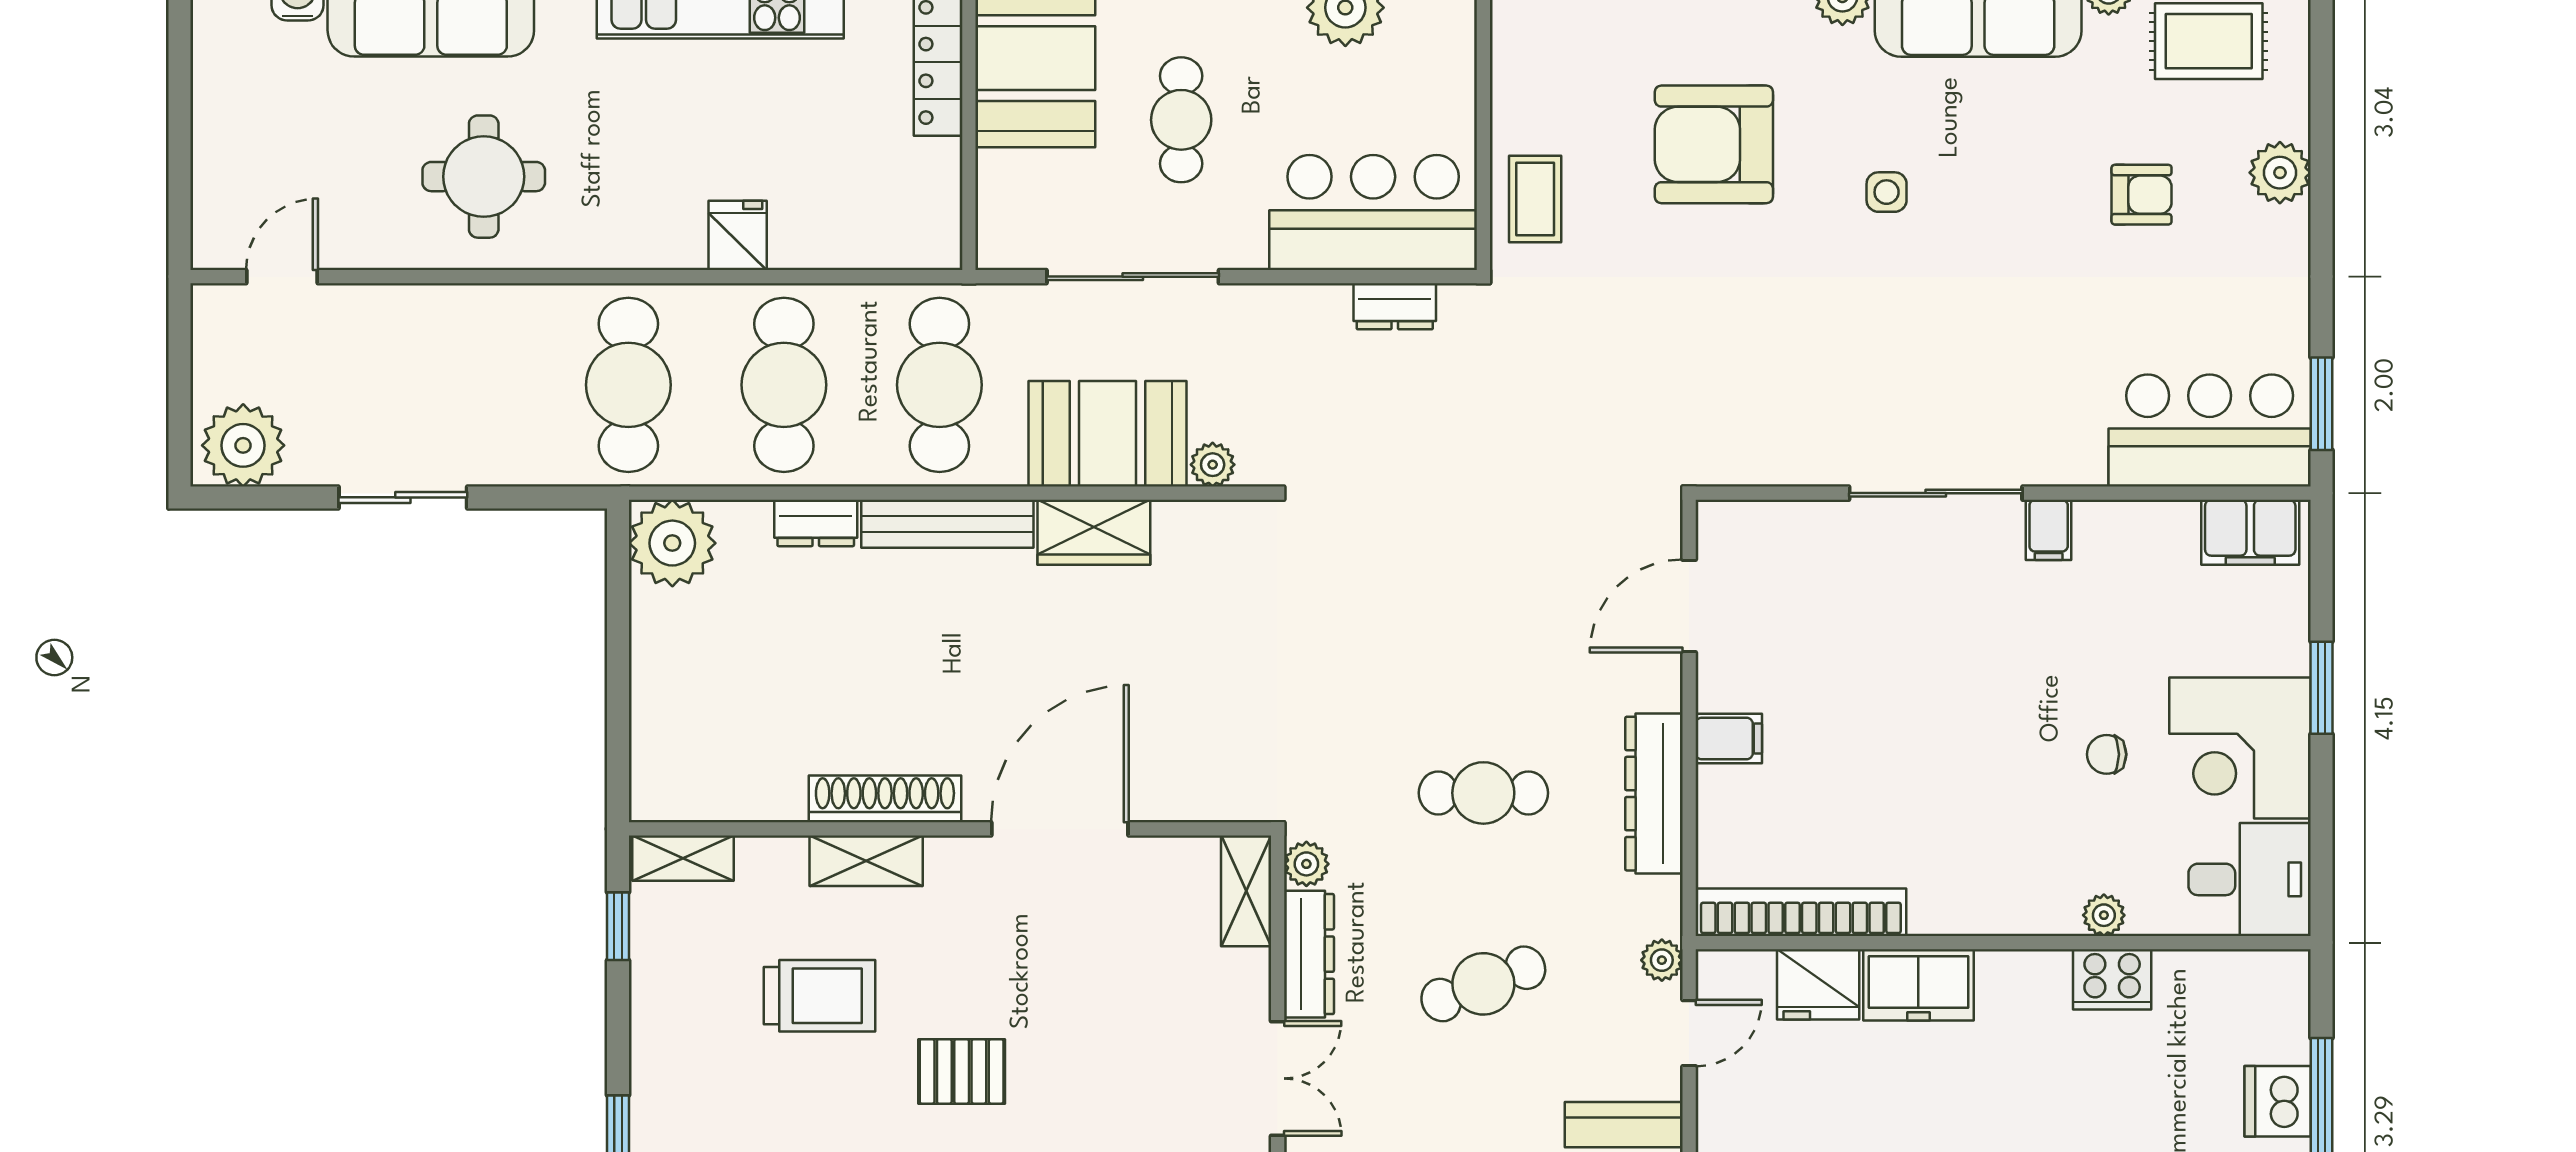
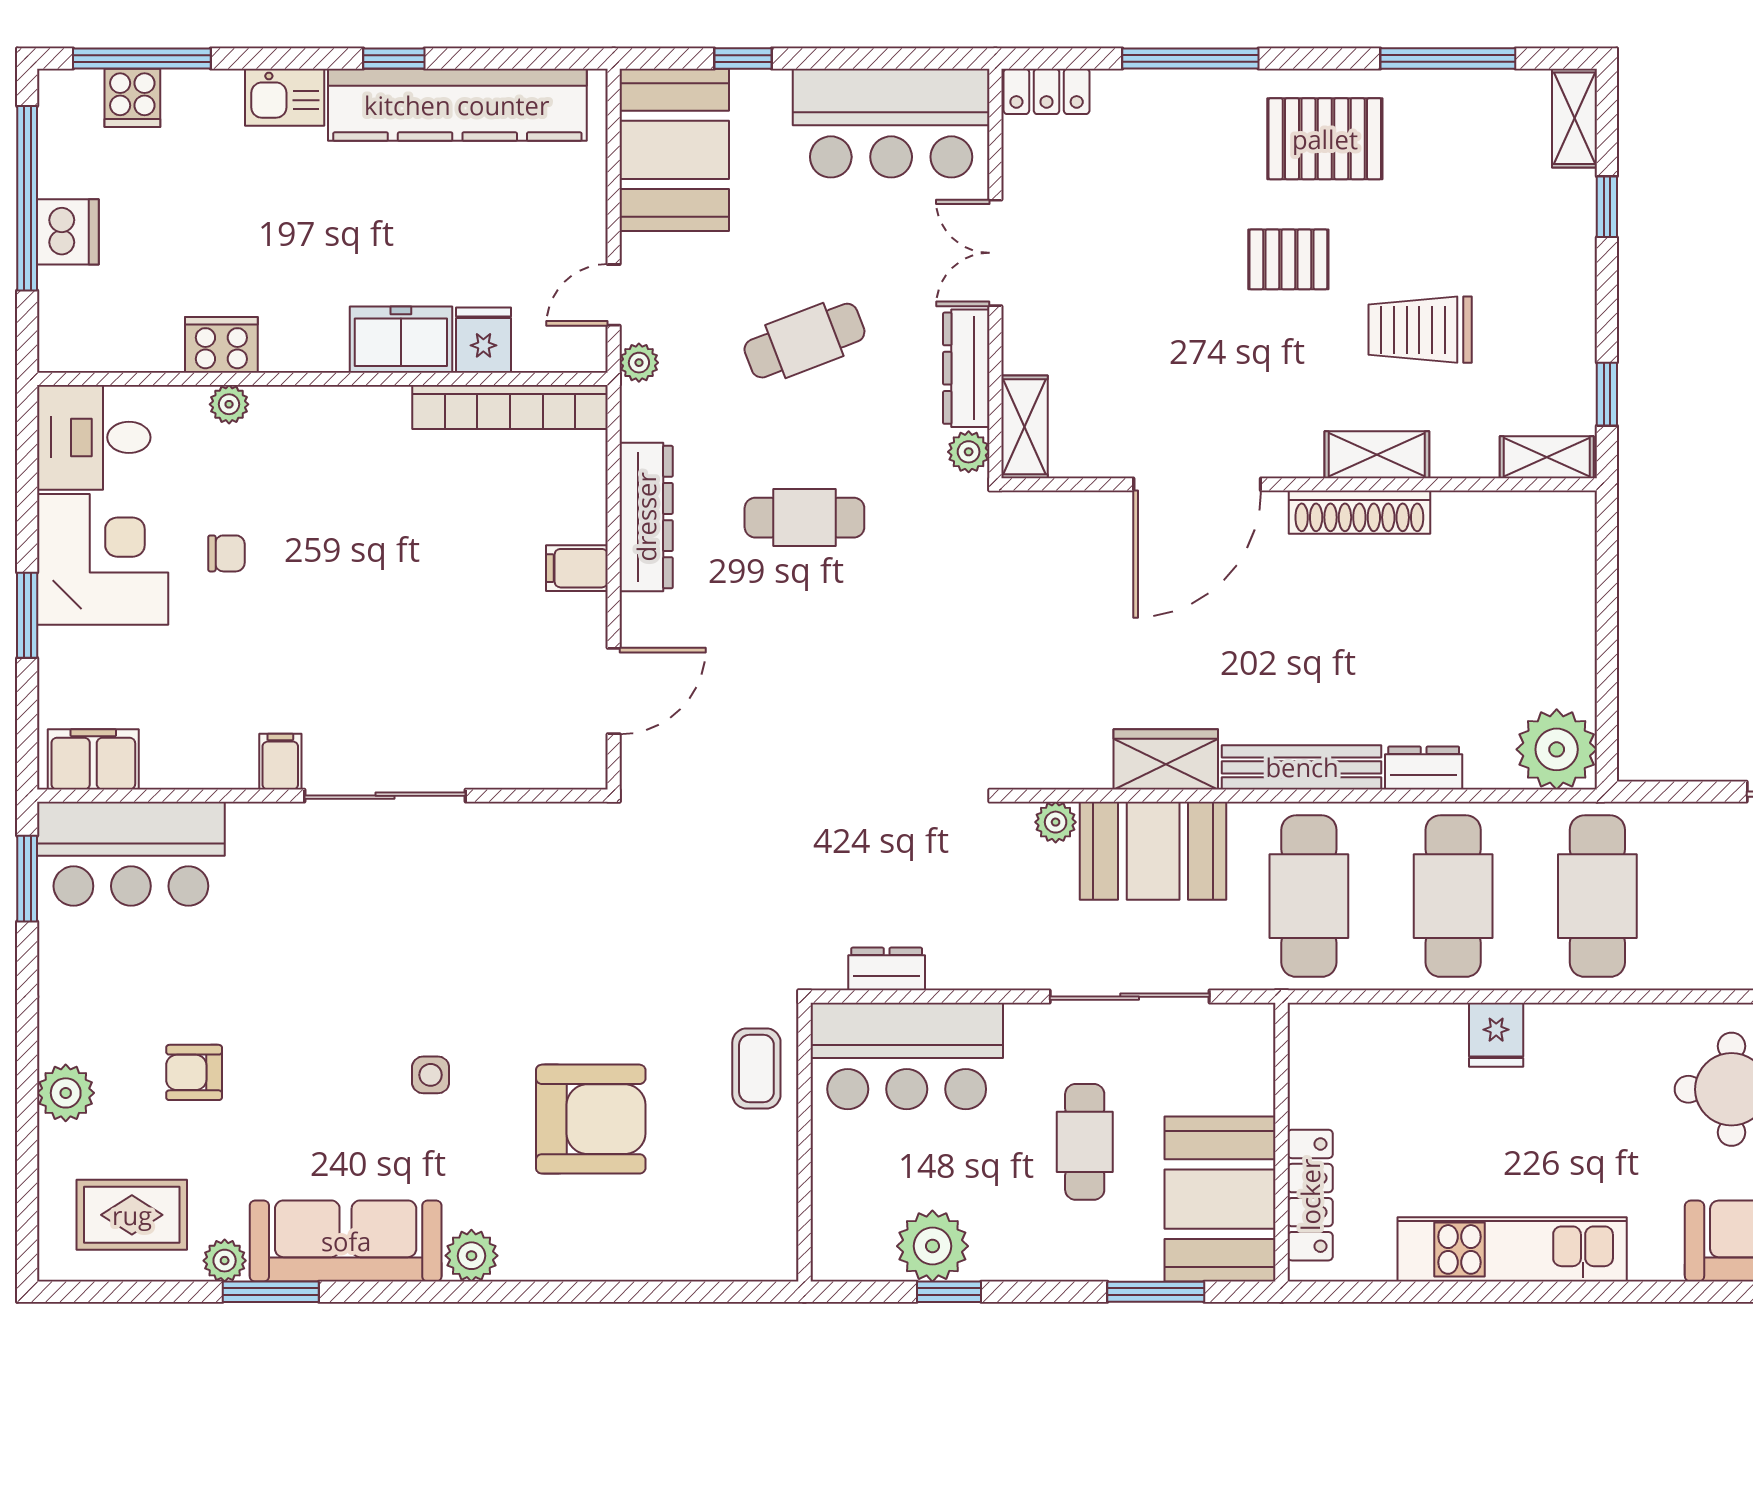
fridge: (1818, 984) -> (483, 340), width x0.72

